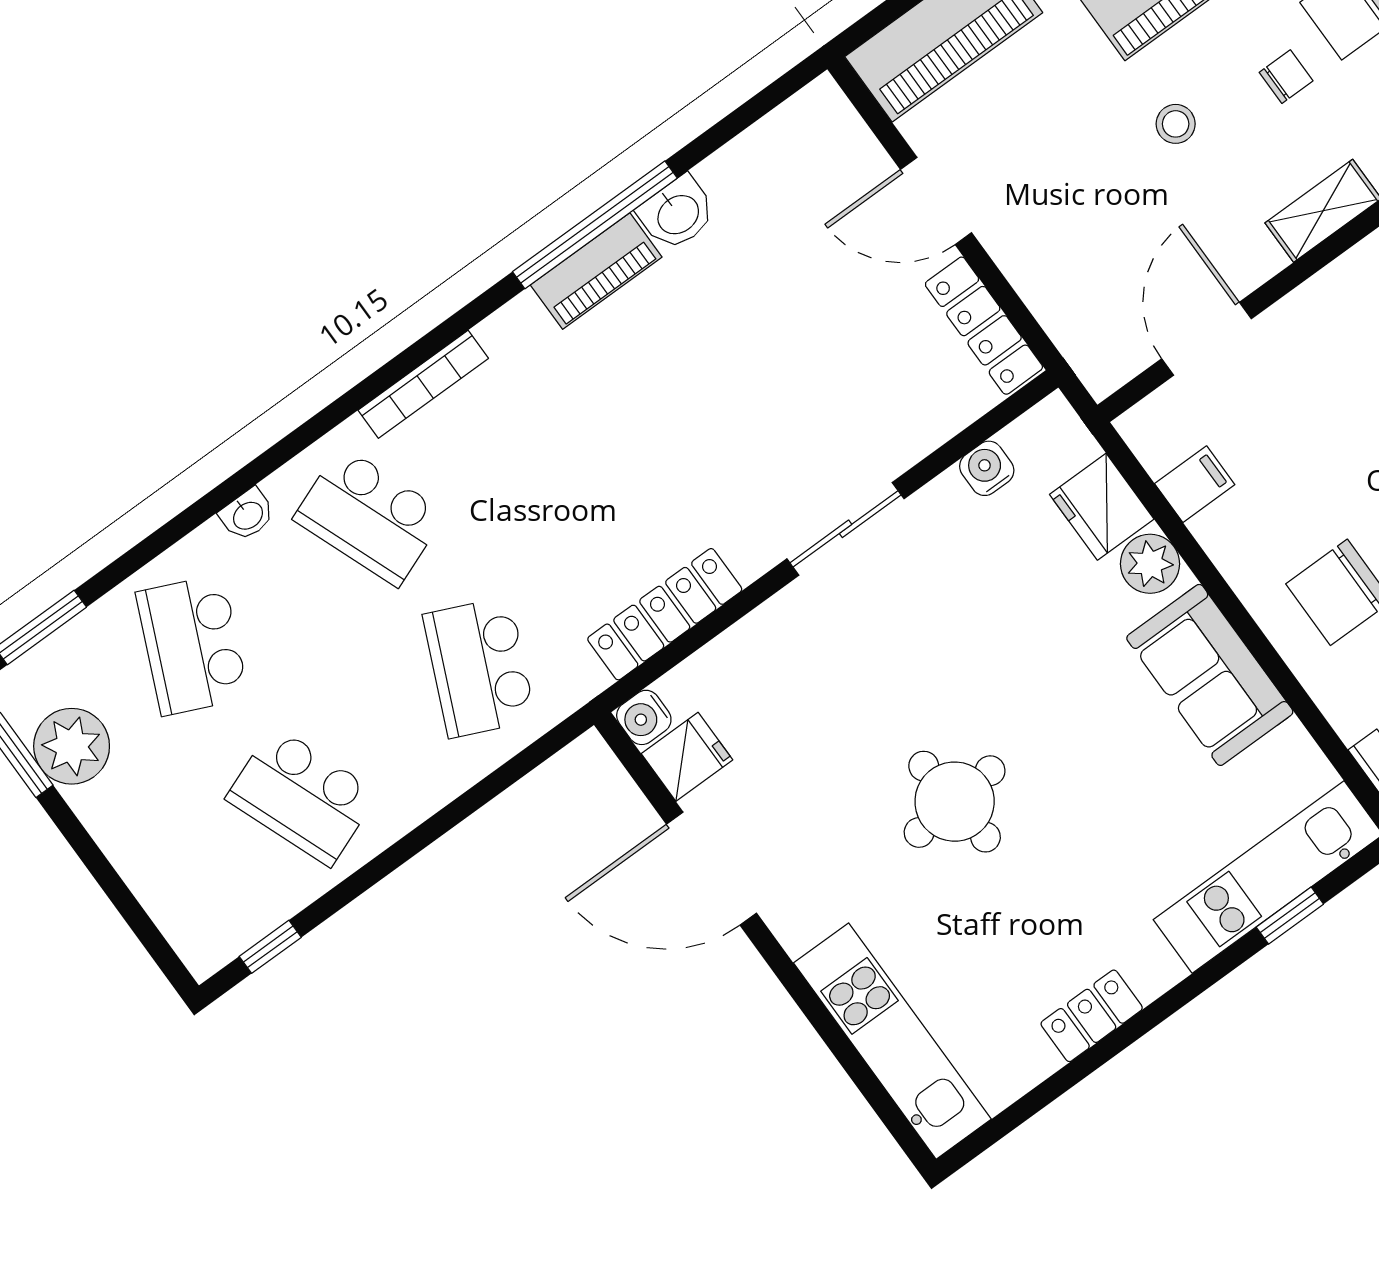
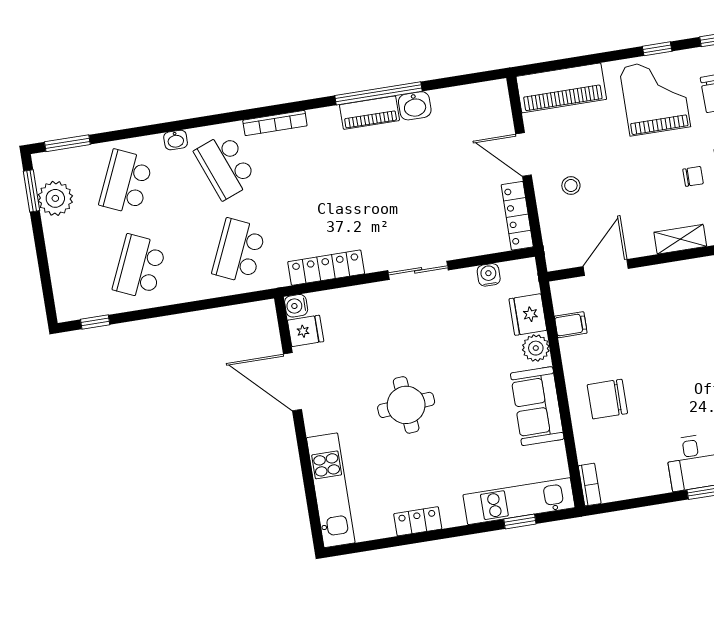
stool: (1176, 124) -> (571, 186), moved
school desk: (302, 796) -> (139, 267), turned 45

